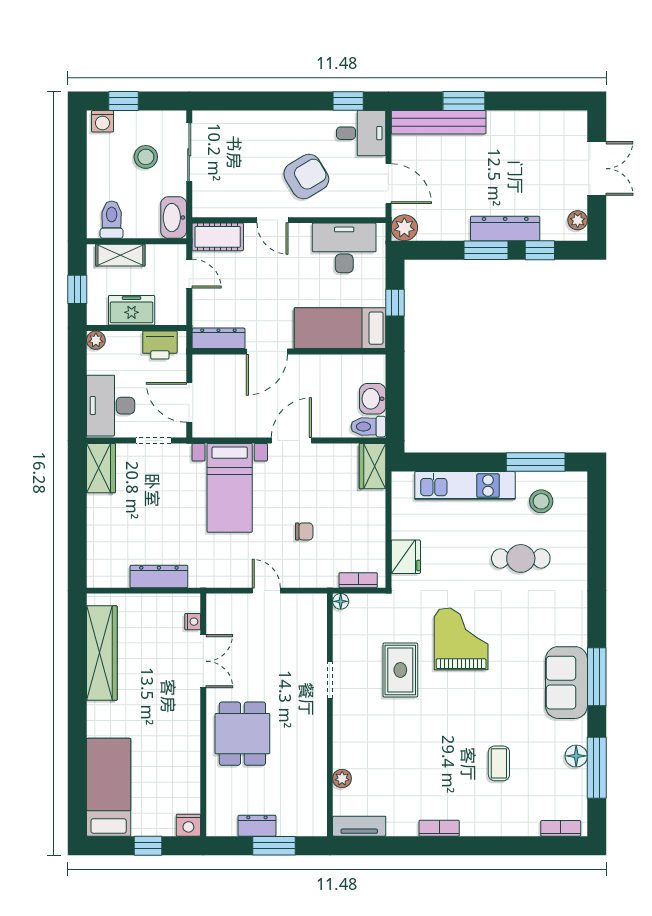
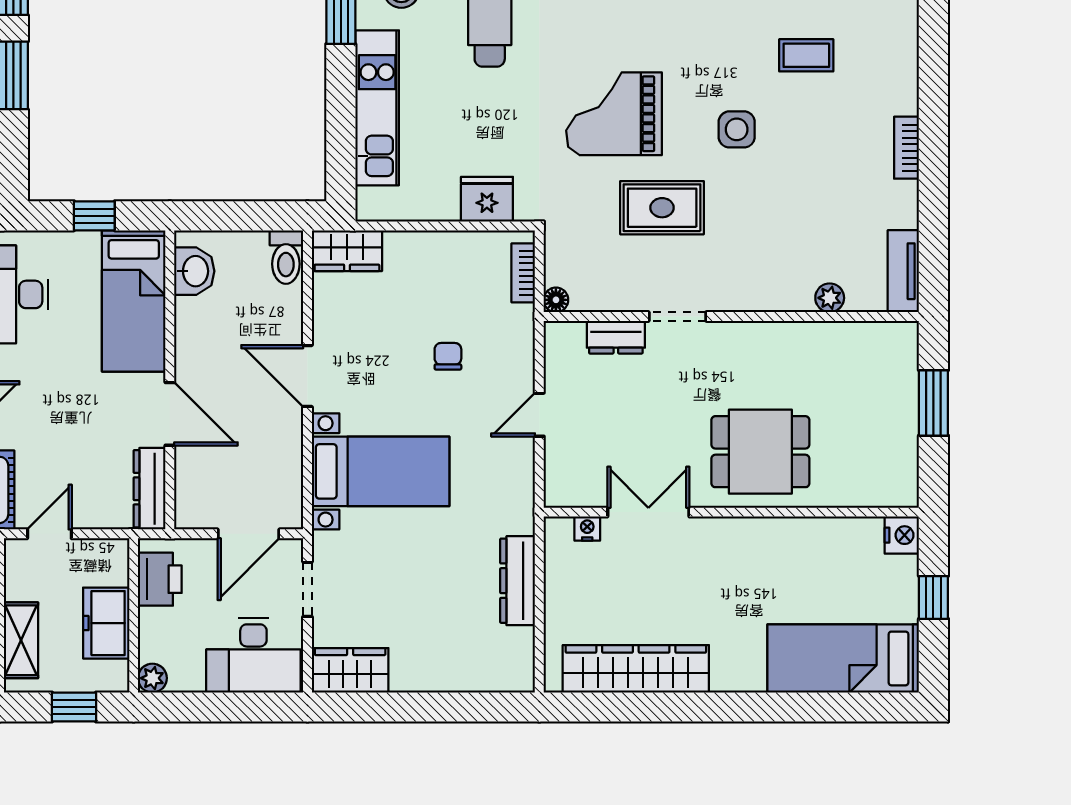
washbasin: (373, 399) -> (194, 271), moved, turned -90
side table: (451, 718) -> (737, 129), added
dresser: (257, 826) -> (616, 337), moved, turned -90

